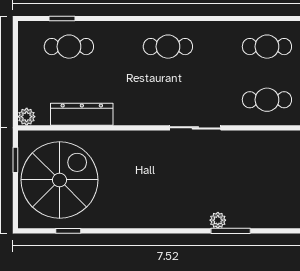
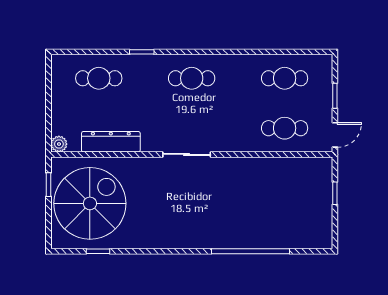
window: (62, 18) -> (142, 52), moved
sliding door: (195, 128) -> (187, 154), moved
plant: (218, 220) -> (238, 241), removed
window: (231, 231) -> (251, 251), width x2.11

